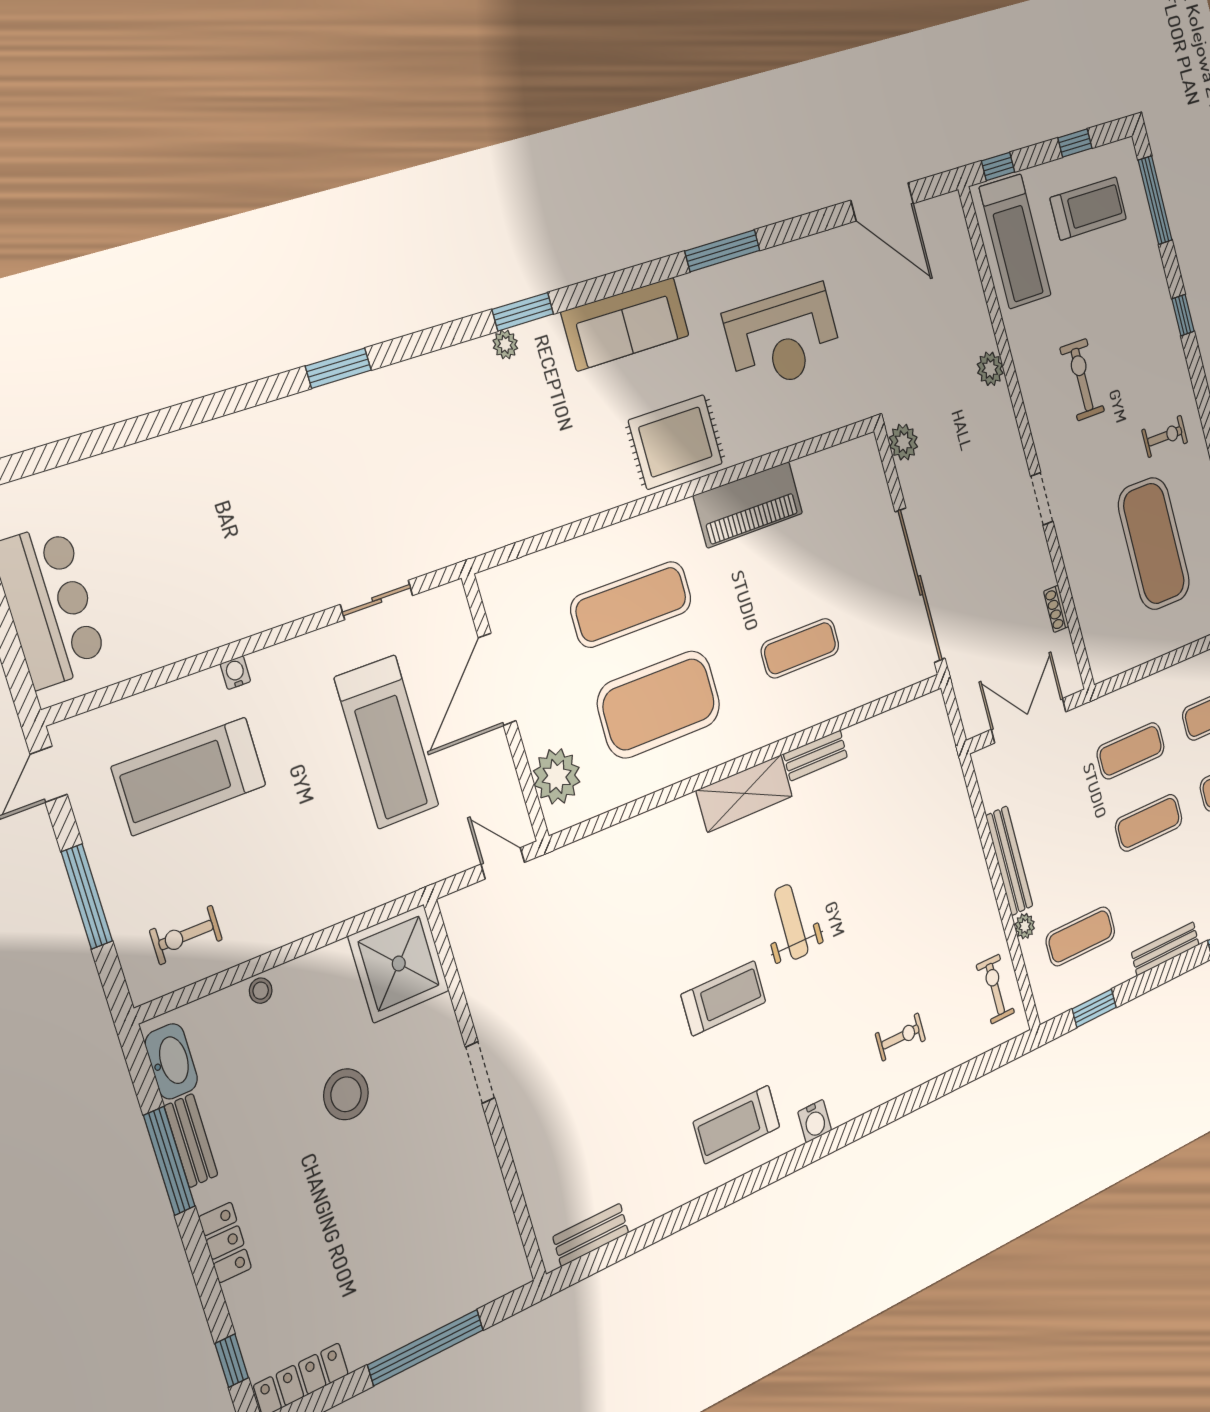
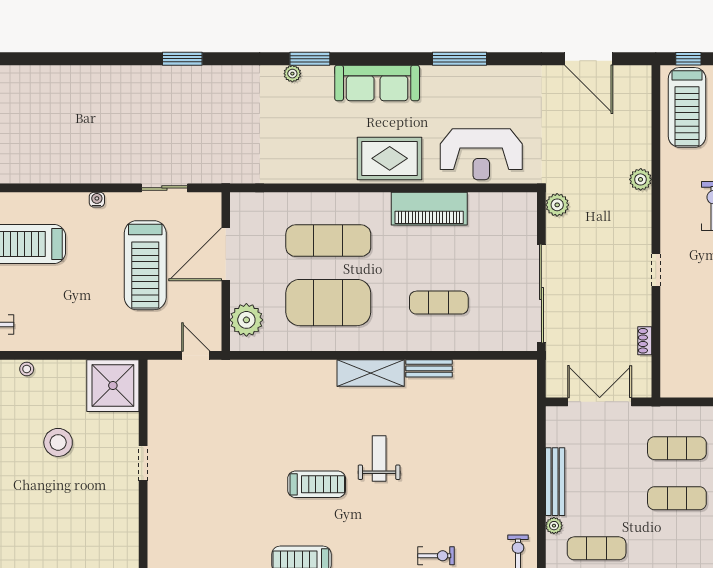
reception desk: (783, 338) -> (481, 154), moved
water cooler: (235, 673) -> (97, 200), moved

